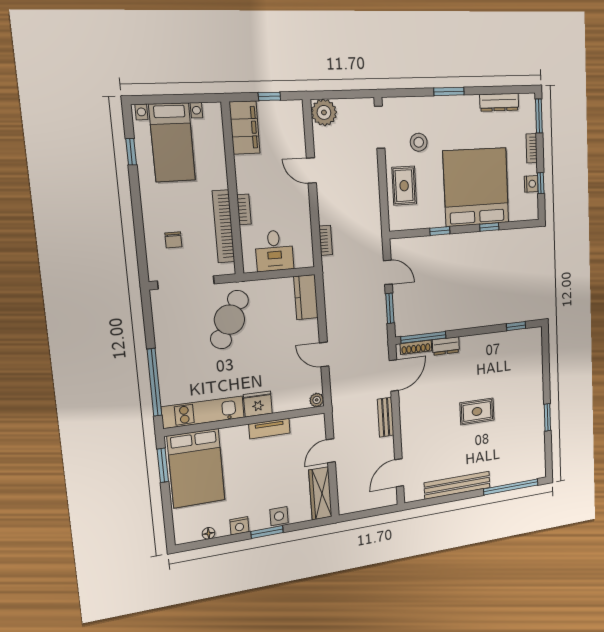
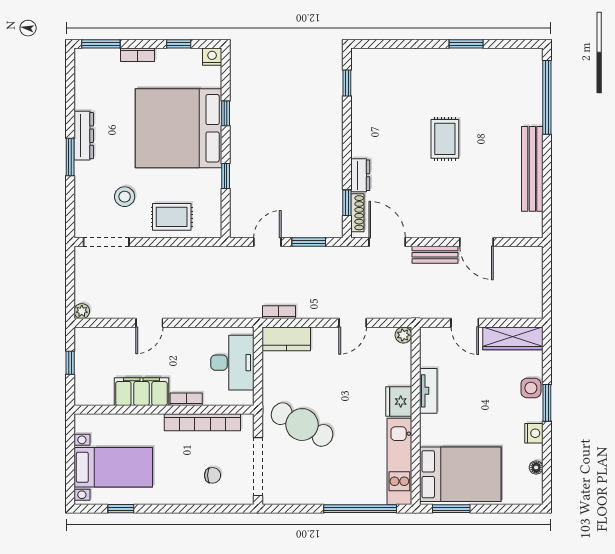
dresser: (499, 102) -> (84, 136), moved
plant: (324, 112) -> (82, 311), width x0.53, depth x0.53
filing cabinet: (245, 128) -> (141, 392), moved
nightstand: (531, 184) -> (212, 57), moved
bookcase: (326, 240) -> (279, 312), moved
desk: (274, 251) -> (232, 363), width x1.37
window: (423, 337) -> (347, 203), width x0.46
door: (399, 473) -> (477, 242), moved

